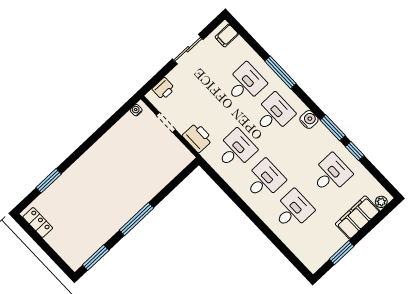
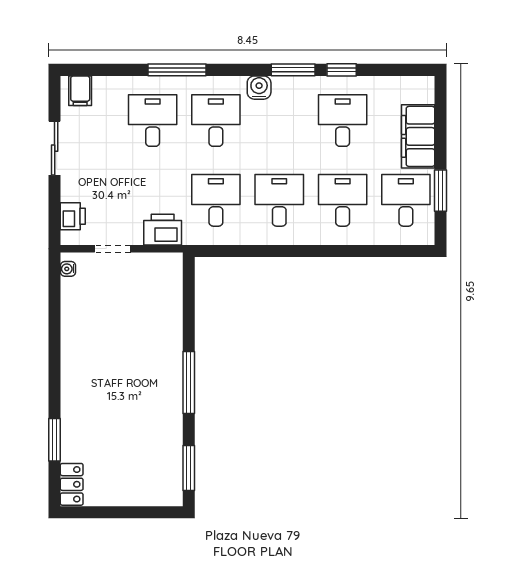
plant: (381, 202) -> (426, 94), removed
locker: (38, 222) -> (72, 484), moved, turned 90
desk: (321, 241) -> (406, 200), added

